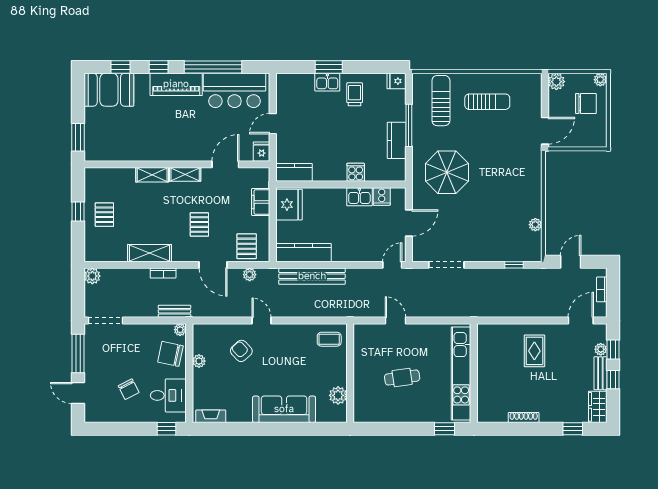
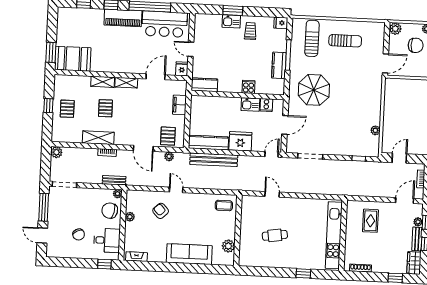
booth: (109, 90) -> (73, 59), moved
door: (273, 124) -> (191, 49), hinge flipped
fridge: (289, 205) -> (240, 141), moved, turned -90
pallet: (199, 224) -> (105, 108), moved
kitchen unit: (461, 373) -> (334, 235), moved
wall: (474, 373) -> (343, 235), moved

